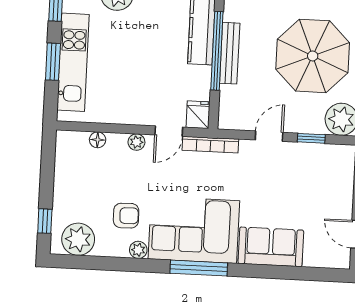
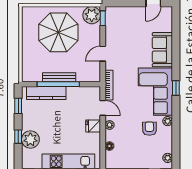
fridge: (198, 115) -> (93, 126), moved
door: (269, 136) -> (103, 54), hinge flipped
window: (311, 138) -> (103, 18), moved
plant: (78, 239) -> (168, 158), width x0.53, depth x0.53
window: (199, 268) -> (176, 88), width x0.46

